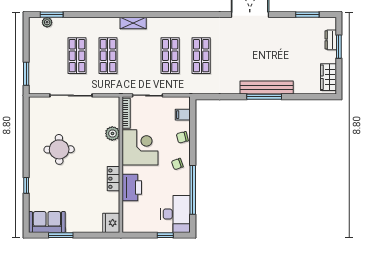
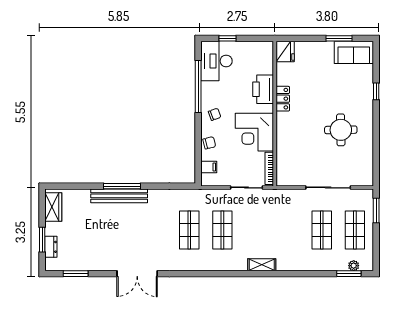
shop shelf: (108, 56) -> (355, 230), moved
plant: (112, 133) -> (284, 147), removed

